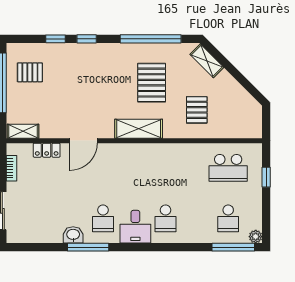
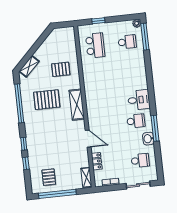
school desk: (166, 218) -> (140, 160), moved

